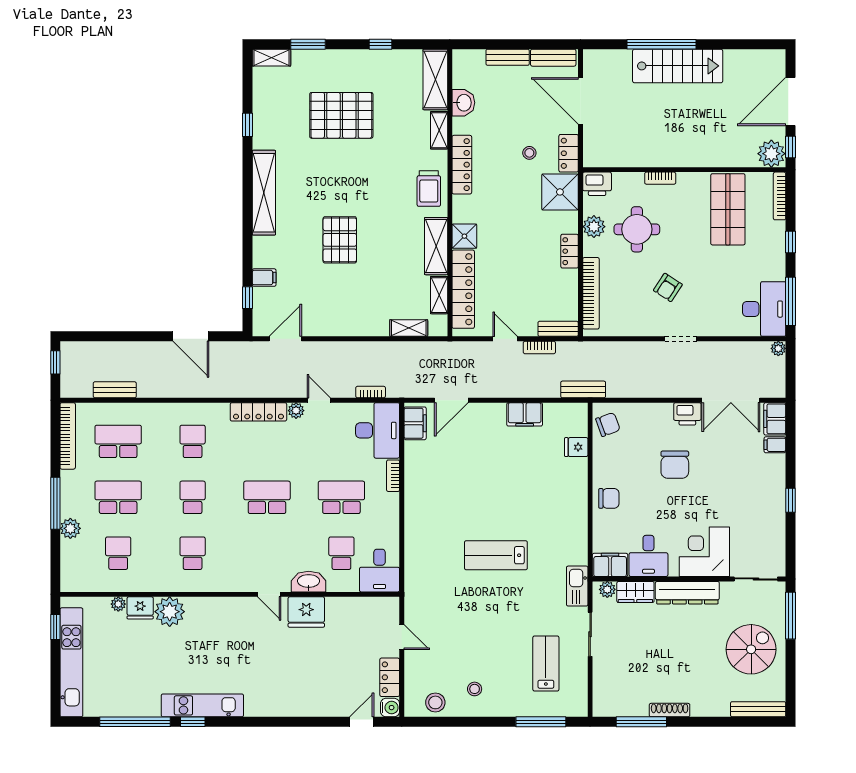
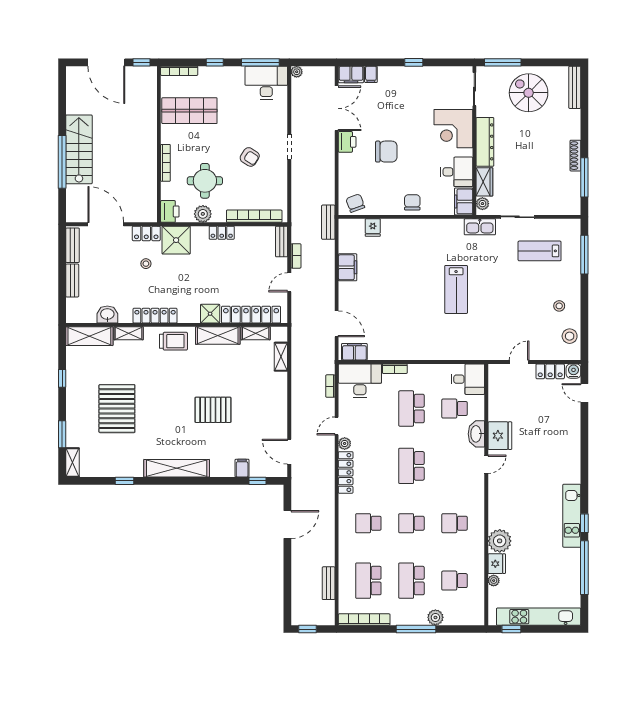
door: (580, 101) -> (106, 224), swing flipped
plant: (771, 154) -> (147, 77), removed
bookcase: (660, 178) -> (165, 163), width x1.56

